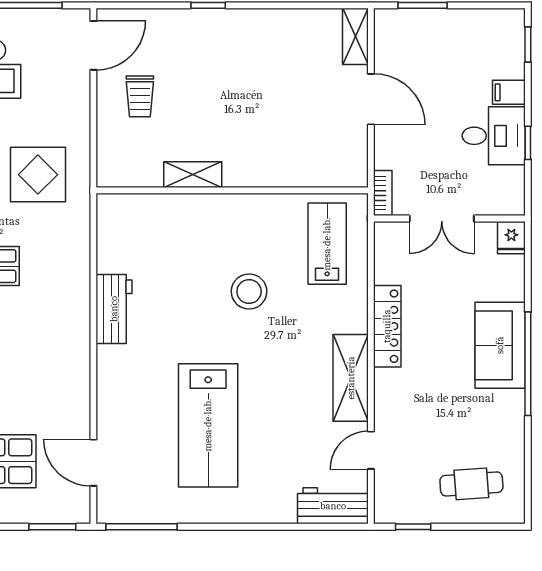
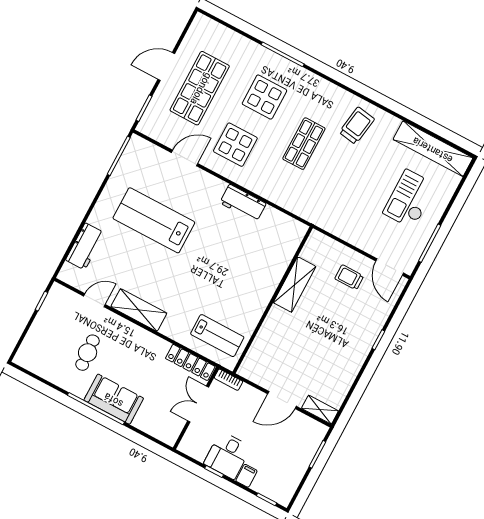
display table: (38, 175) -> (235, 145), moved
shelving: (193, 175) -> (295, 285), width x1.50, depth x1.33
fridge: (511, 238) -> (168, 436), removed
stool: (249, 292) -> (214, 280), removed
locker: (387, 326) -> (190, 362), moved
door: (371, 450) -> (94, 300), hinge flipped
door: (93, 463) -> (185, 158), moved
cafe table: (471, 484) -> (88, 353), moved
workbench: (333, 506) -> (85, 246), moved

